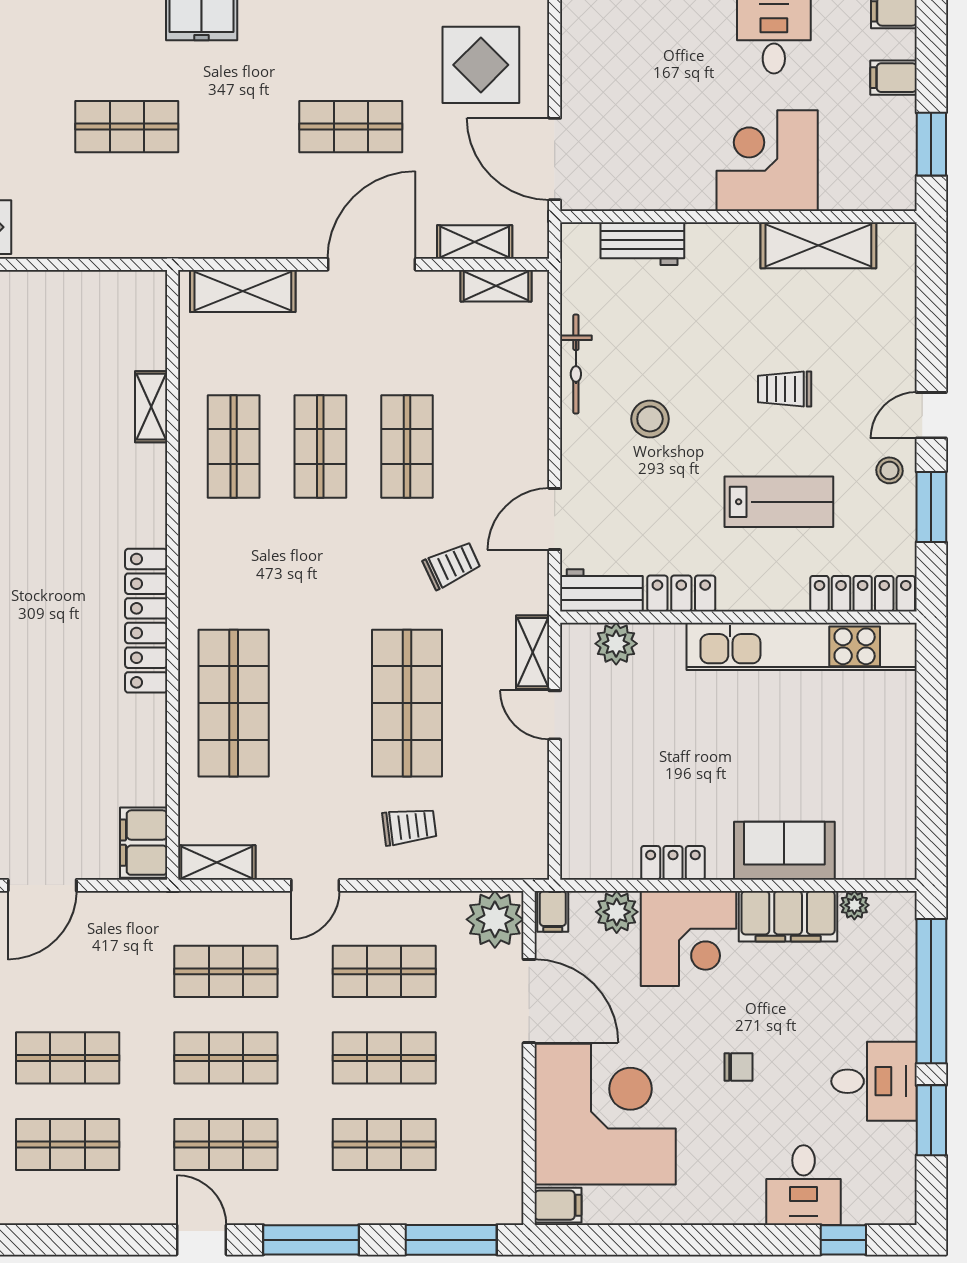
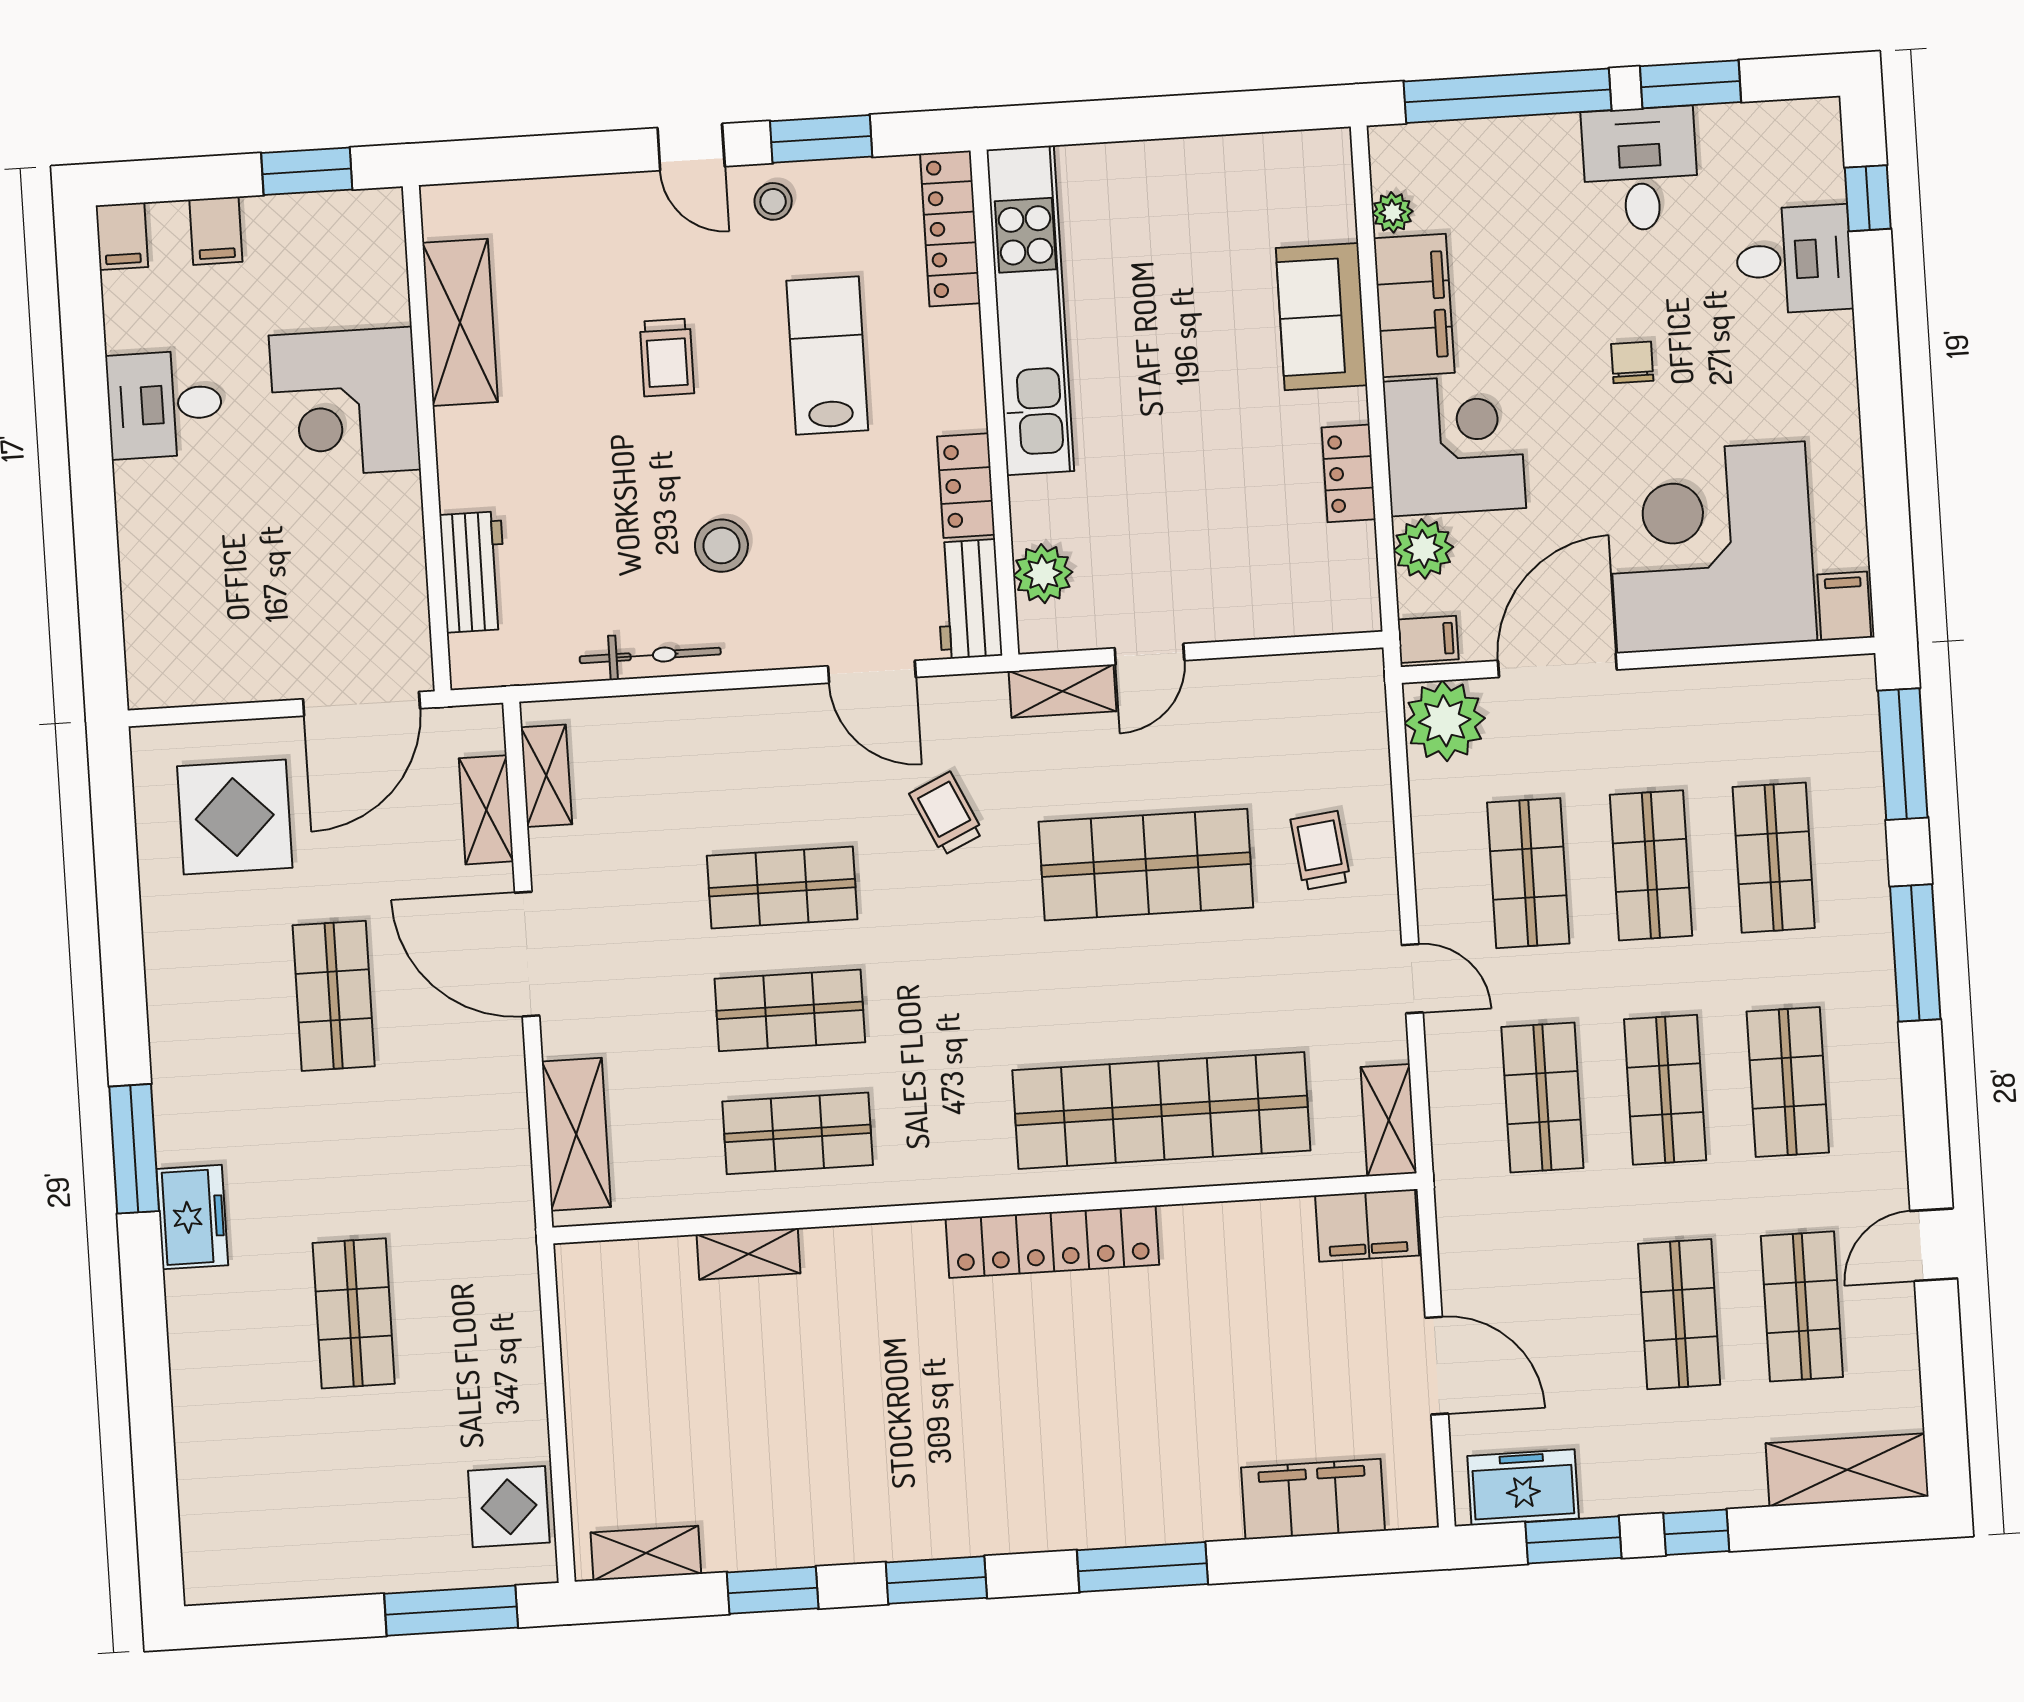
shop shelf: (234, 703) -> (1161, 1110), width x1.40
door: (201, 1240) -> (1934, 1245), moved

